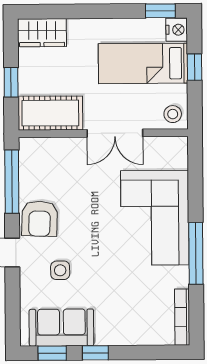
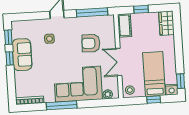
cot: (50, 113) -> (125, 25), width x0.73, depth x0.75
plant: (179, 159) -> (108, 94), added
armchair: (40, 219) -> (91, 43), moved
sofa: (61, 328) -> (22, 55), moved

